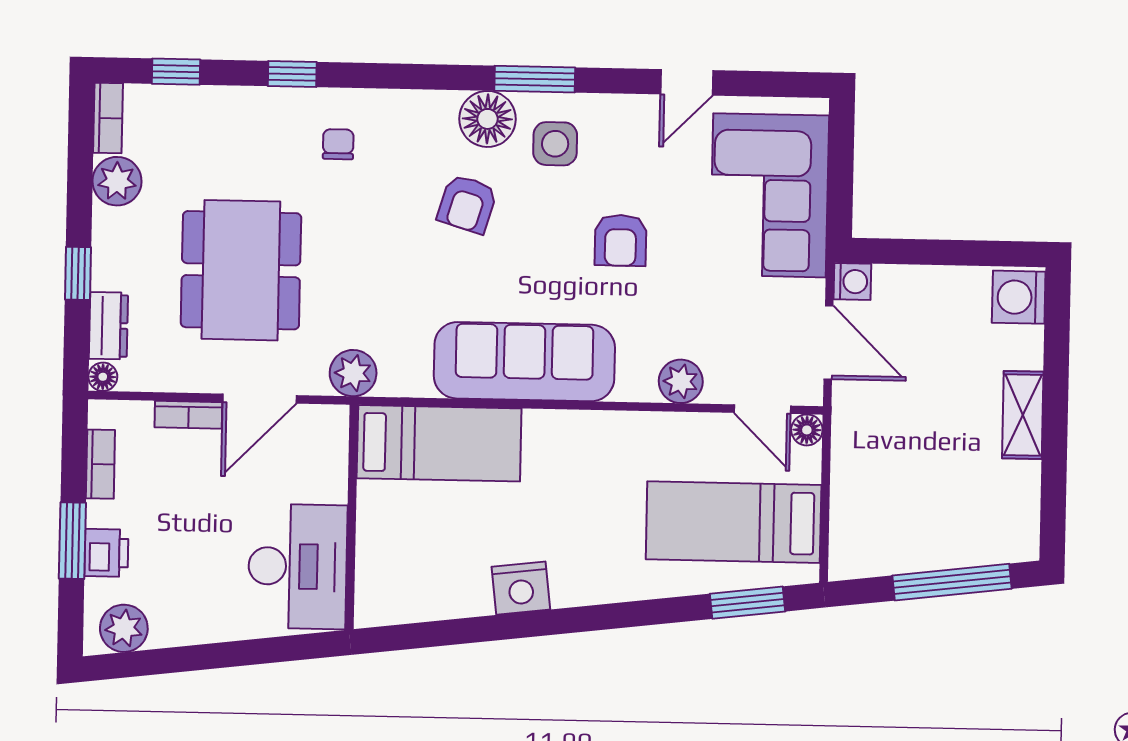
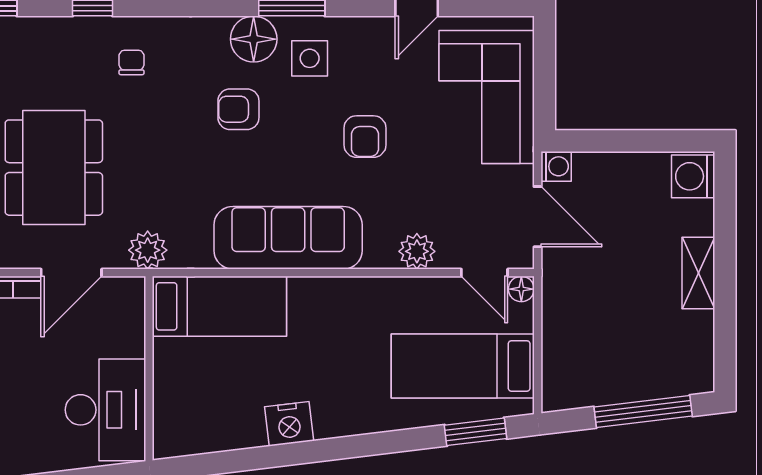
armchair: (467, 204) -> (238, 109), turned 73

